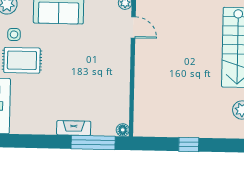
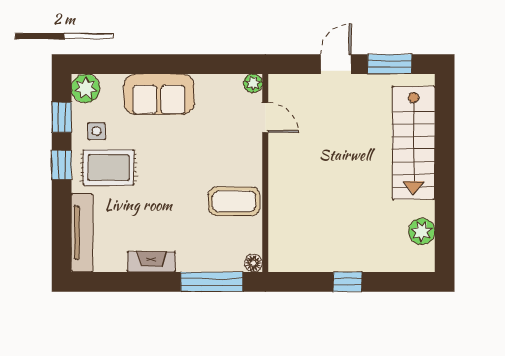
coffee table: (110, 86) -> (234, 201), added
fireplace: (74, 128) -> (151, 262), moved

